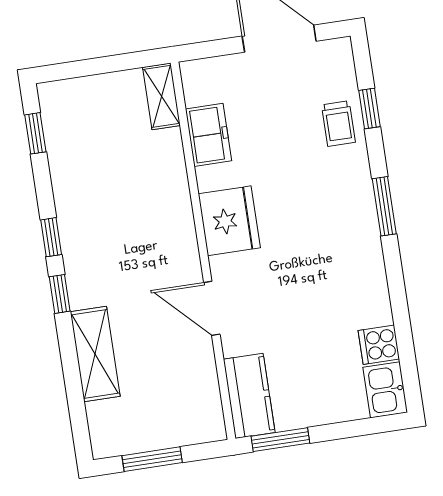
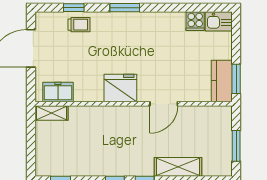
freezer: (209, 135) -> (58, 92), moved
kitchen counter: (249, 396) -> (222, 81), moved, turned -90

